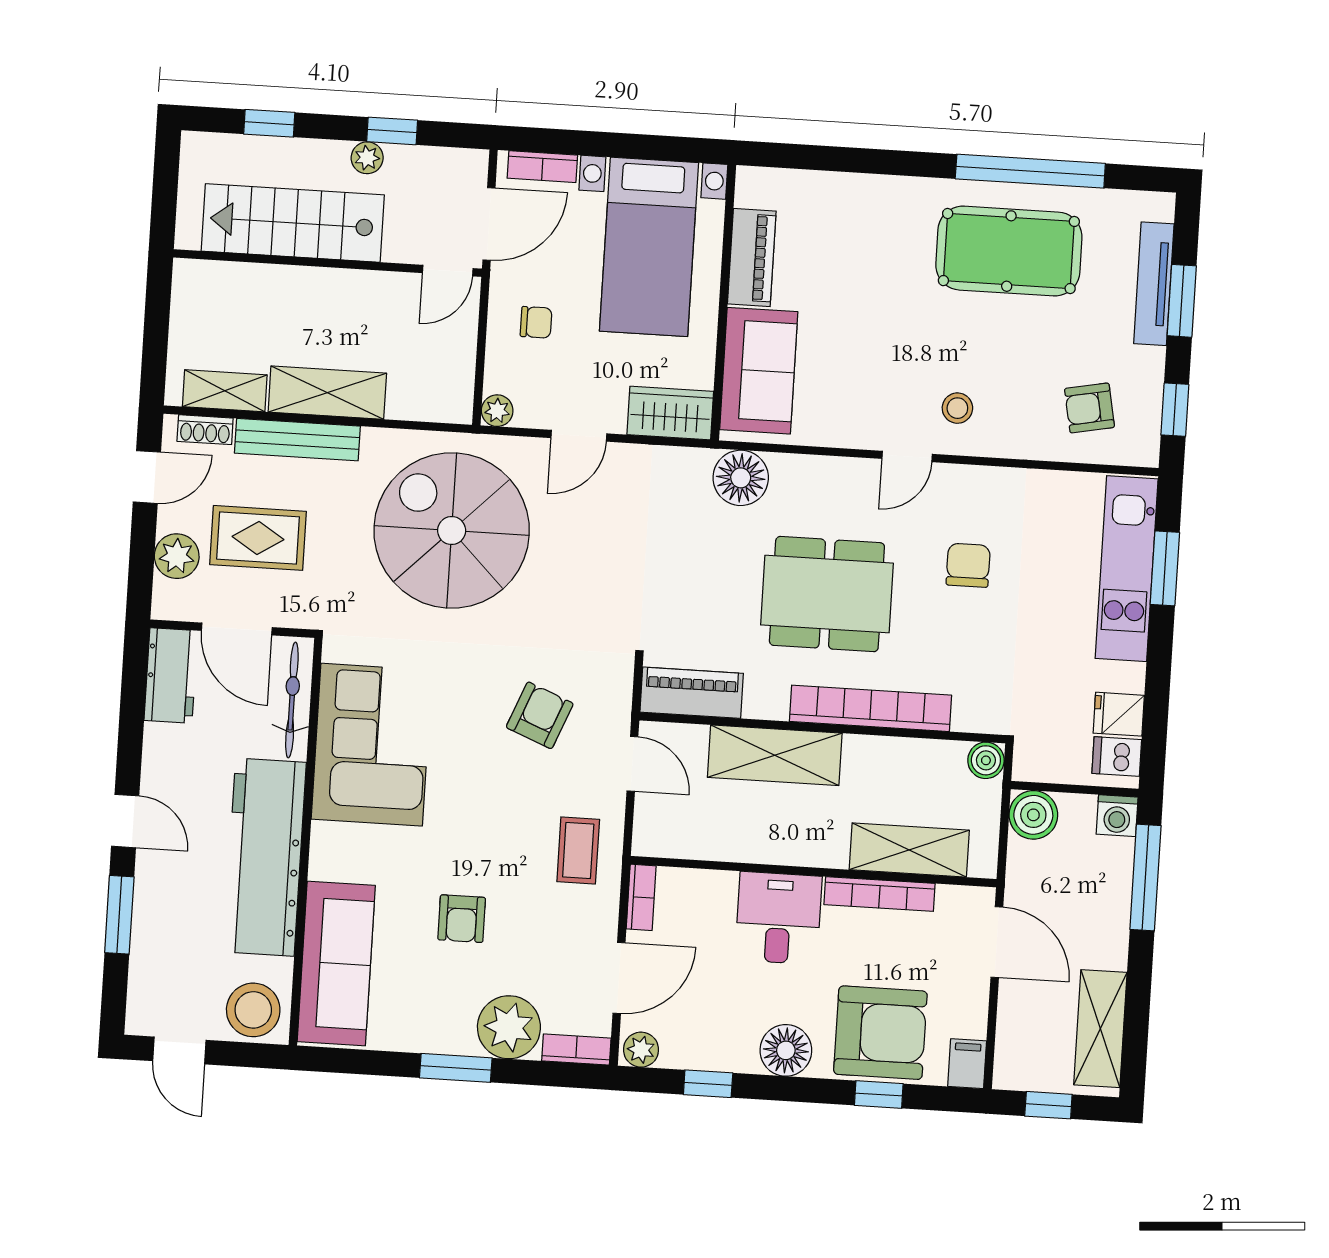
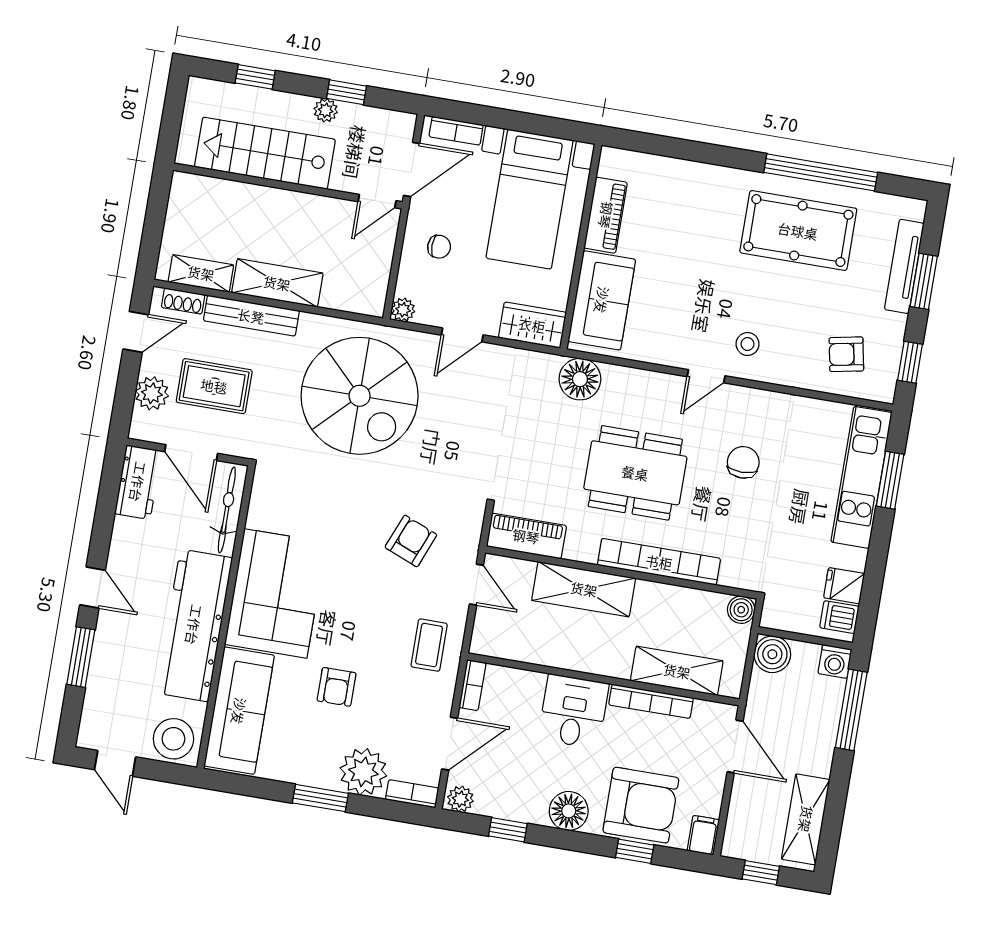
spiral stairs: (452, 531) -> (360, 396), turned 180
corner sofa: (372, 745) -> (275, 593), moved

